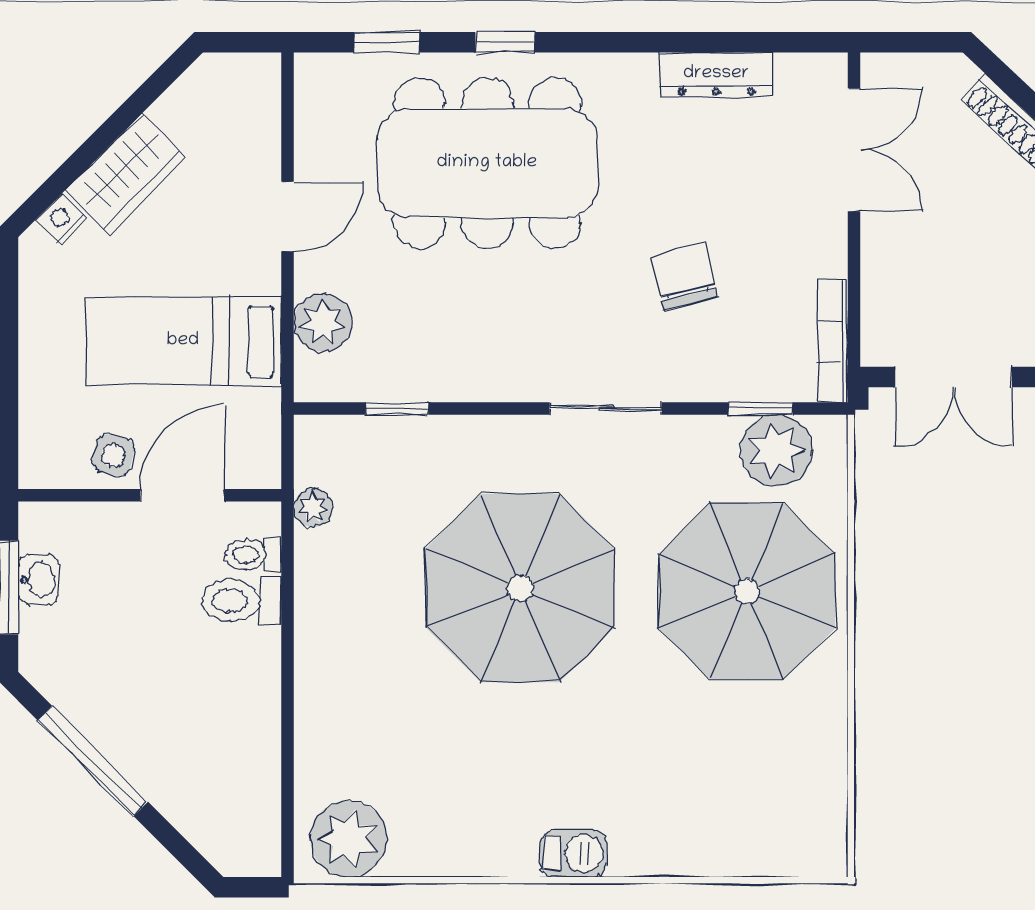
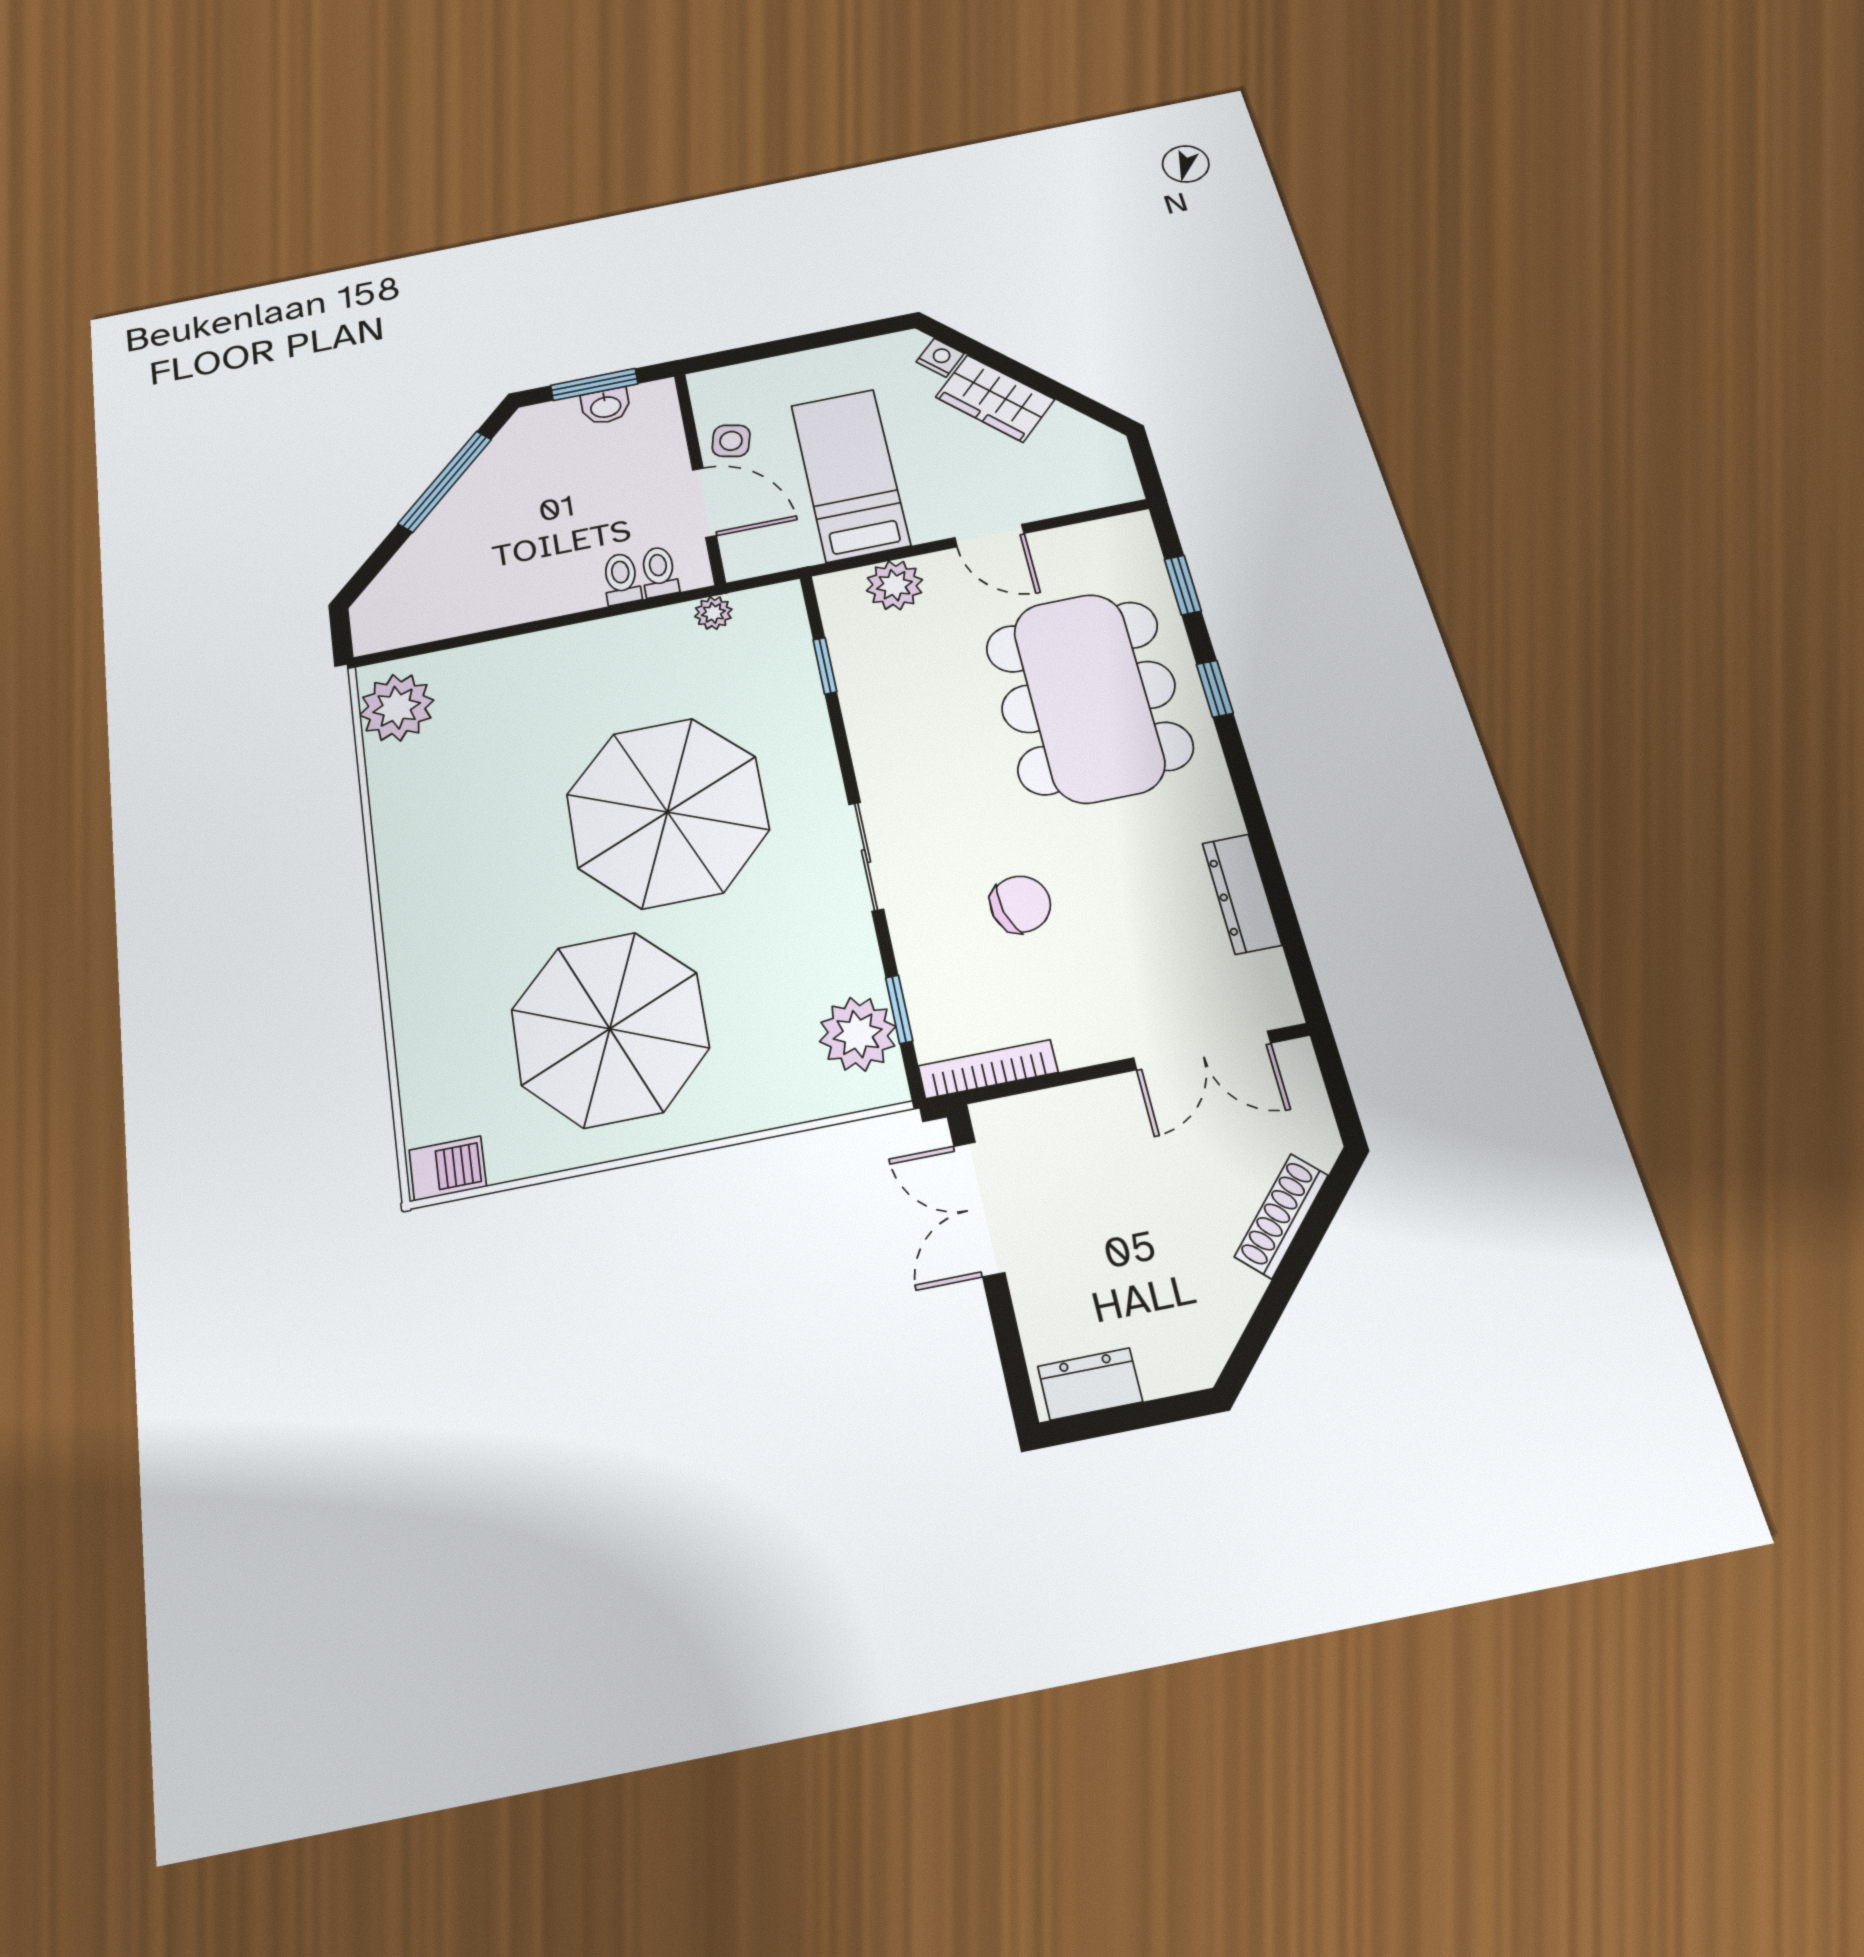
parasol: (747, 591) -> (610, 1029), moved
toilet: (241, 601) -> (621, 579), width x0.73, depth x0.72
barbecue: (573, 853) -> (448, 1168), moved, turned -90

